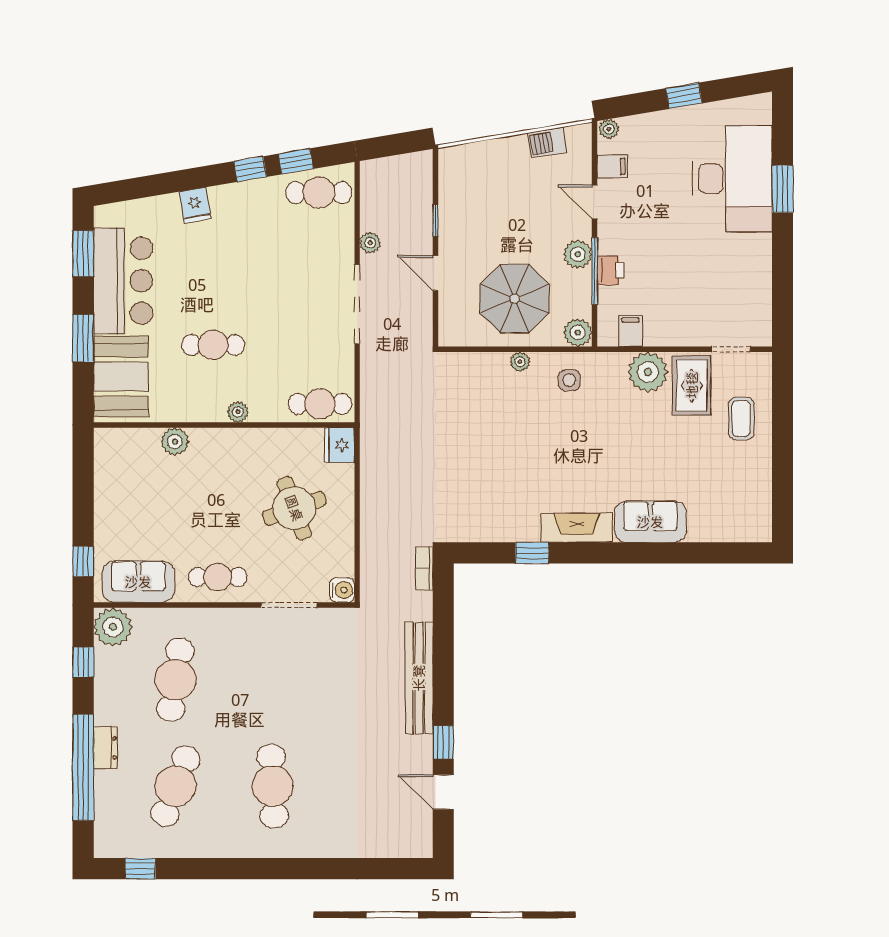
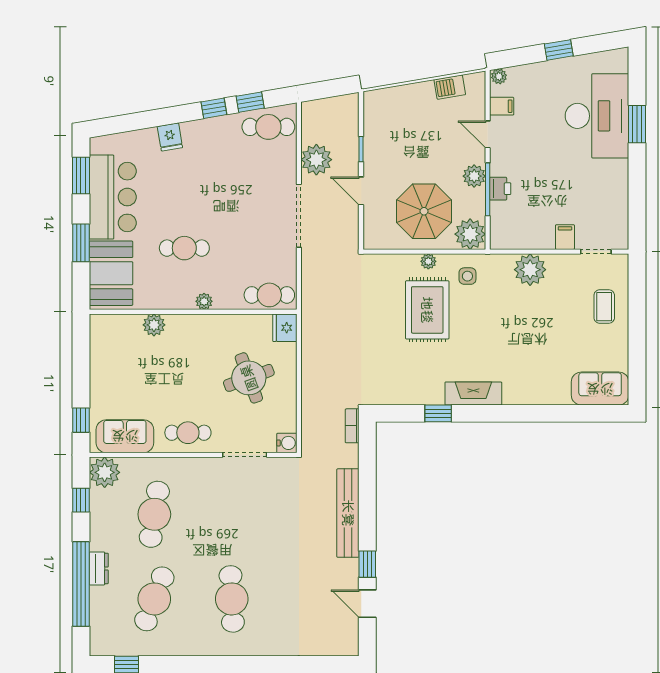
plant: (370, 243) -> (316, 160), width x1.88, depth x1.88
filing cabinet: (630, 331) -> (565, 237), moved
plant: (578, 333) -> (470, 234), width x1.36, depth x1.36
rug: (692, 385) -> (427, 310), moved, width x1.36, depth x1.43
sofa: (650, 522) -> (600, 389), moved

